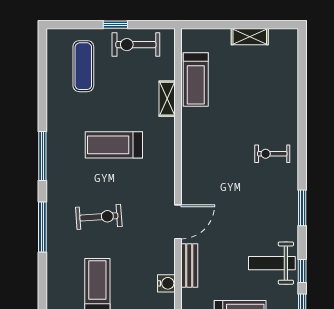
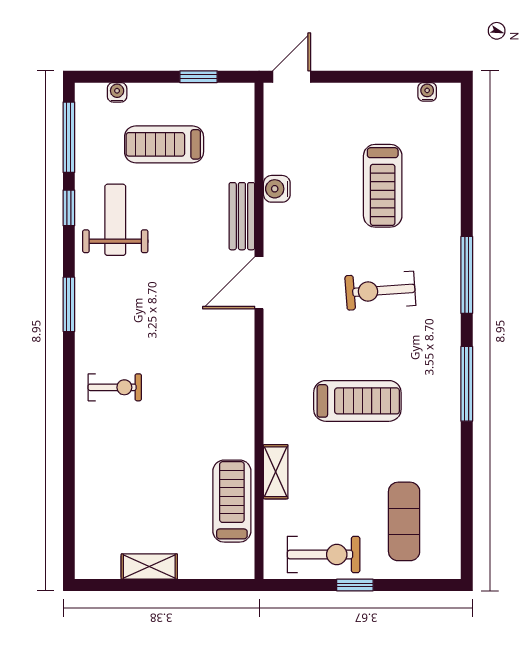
weight bench: (272, 263) -> (115, 220), turned -90

